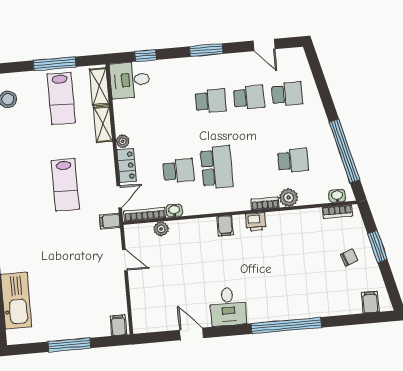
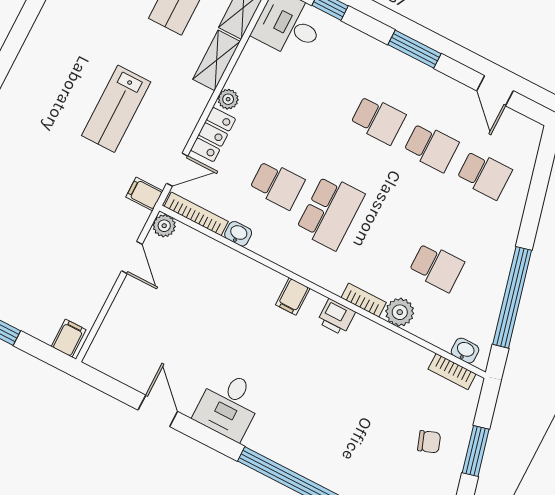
plant: (161, 229) -> (164, 226), moved

